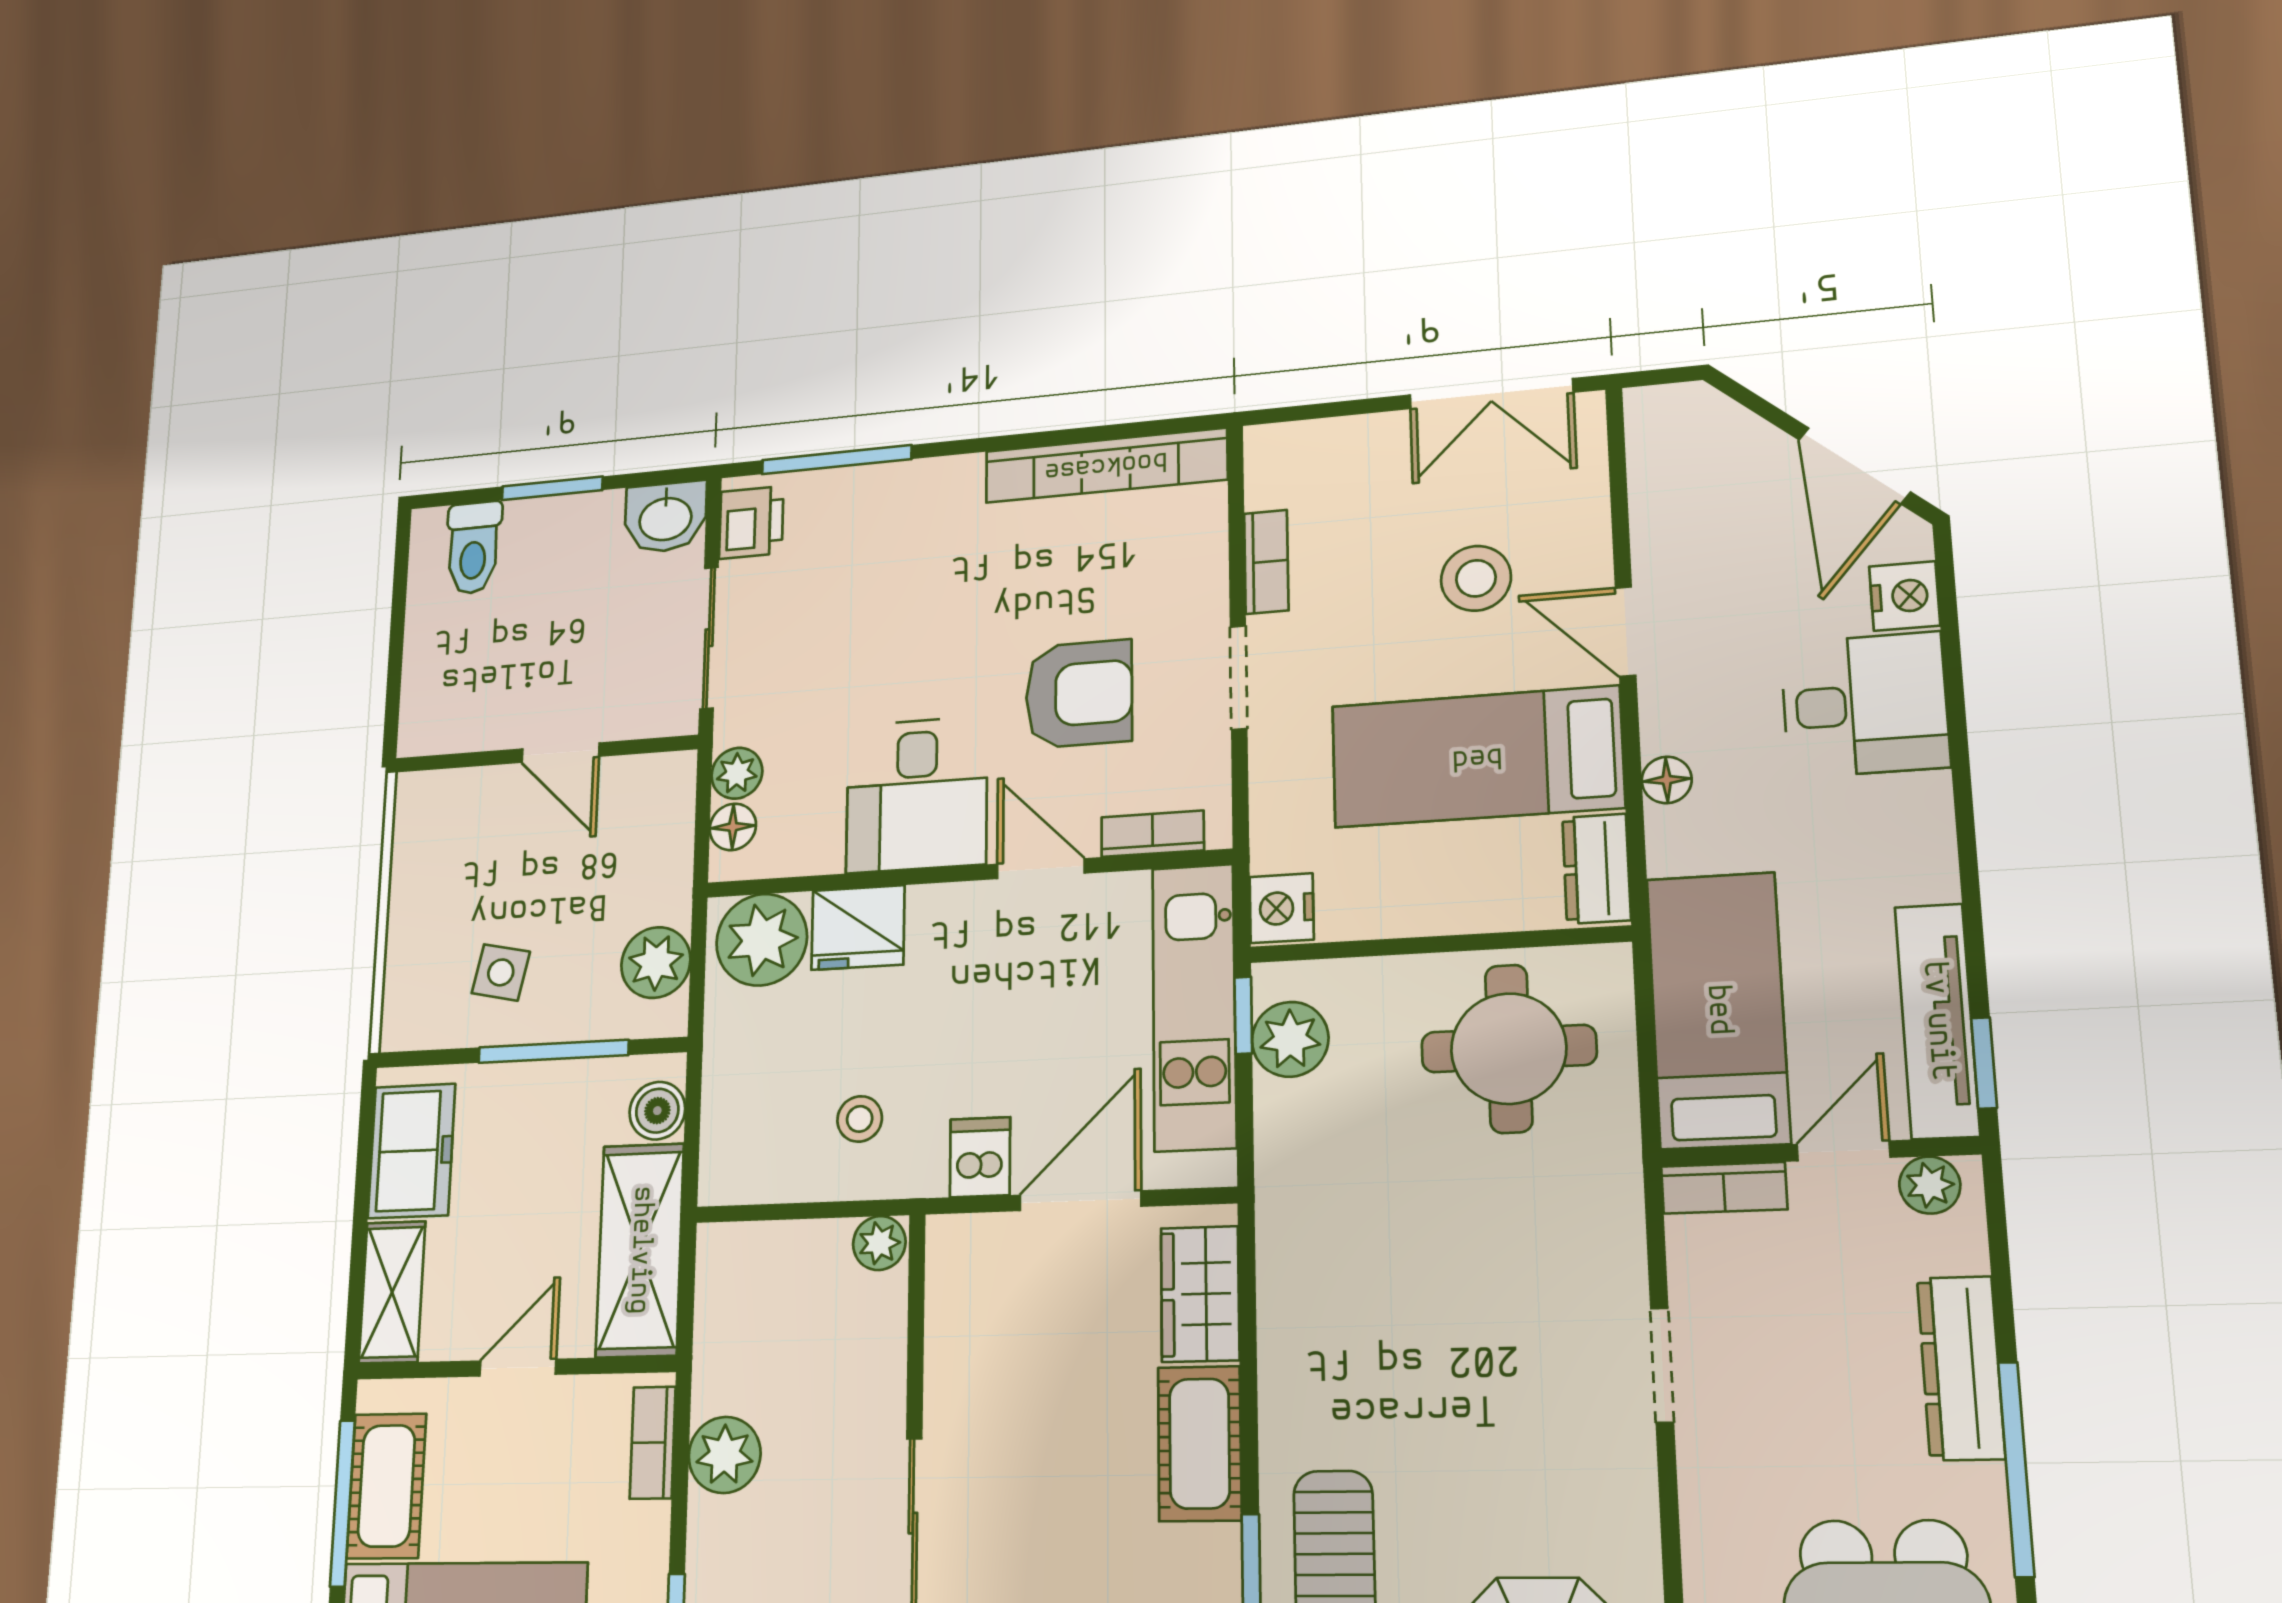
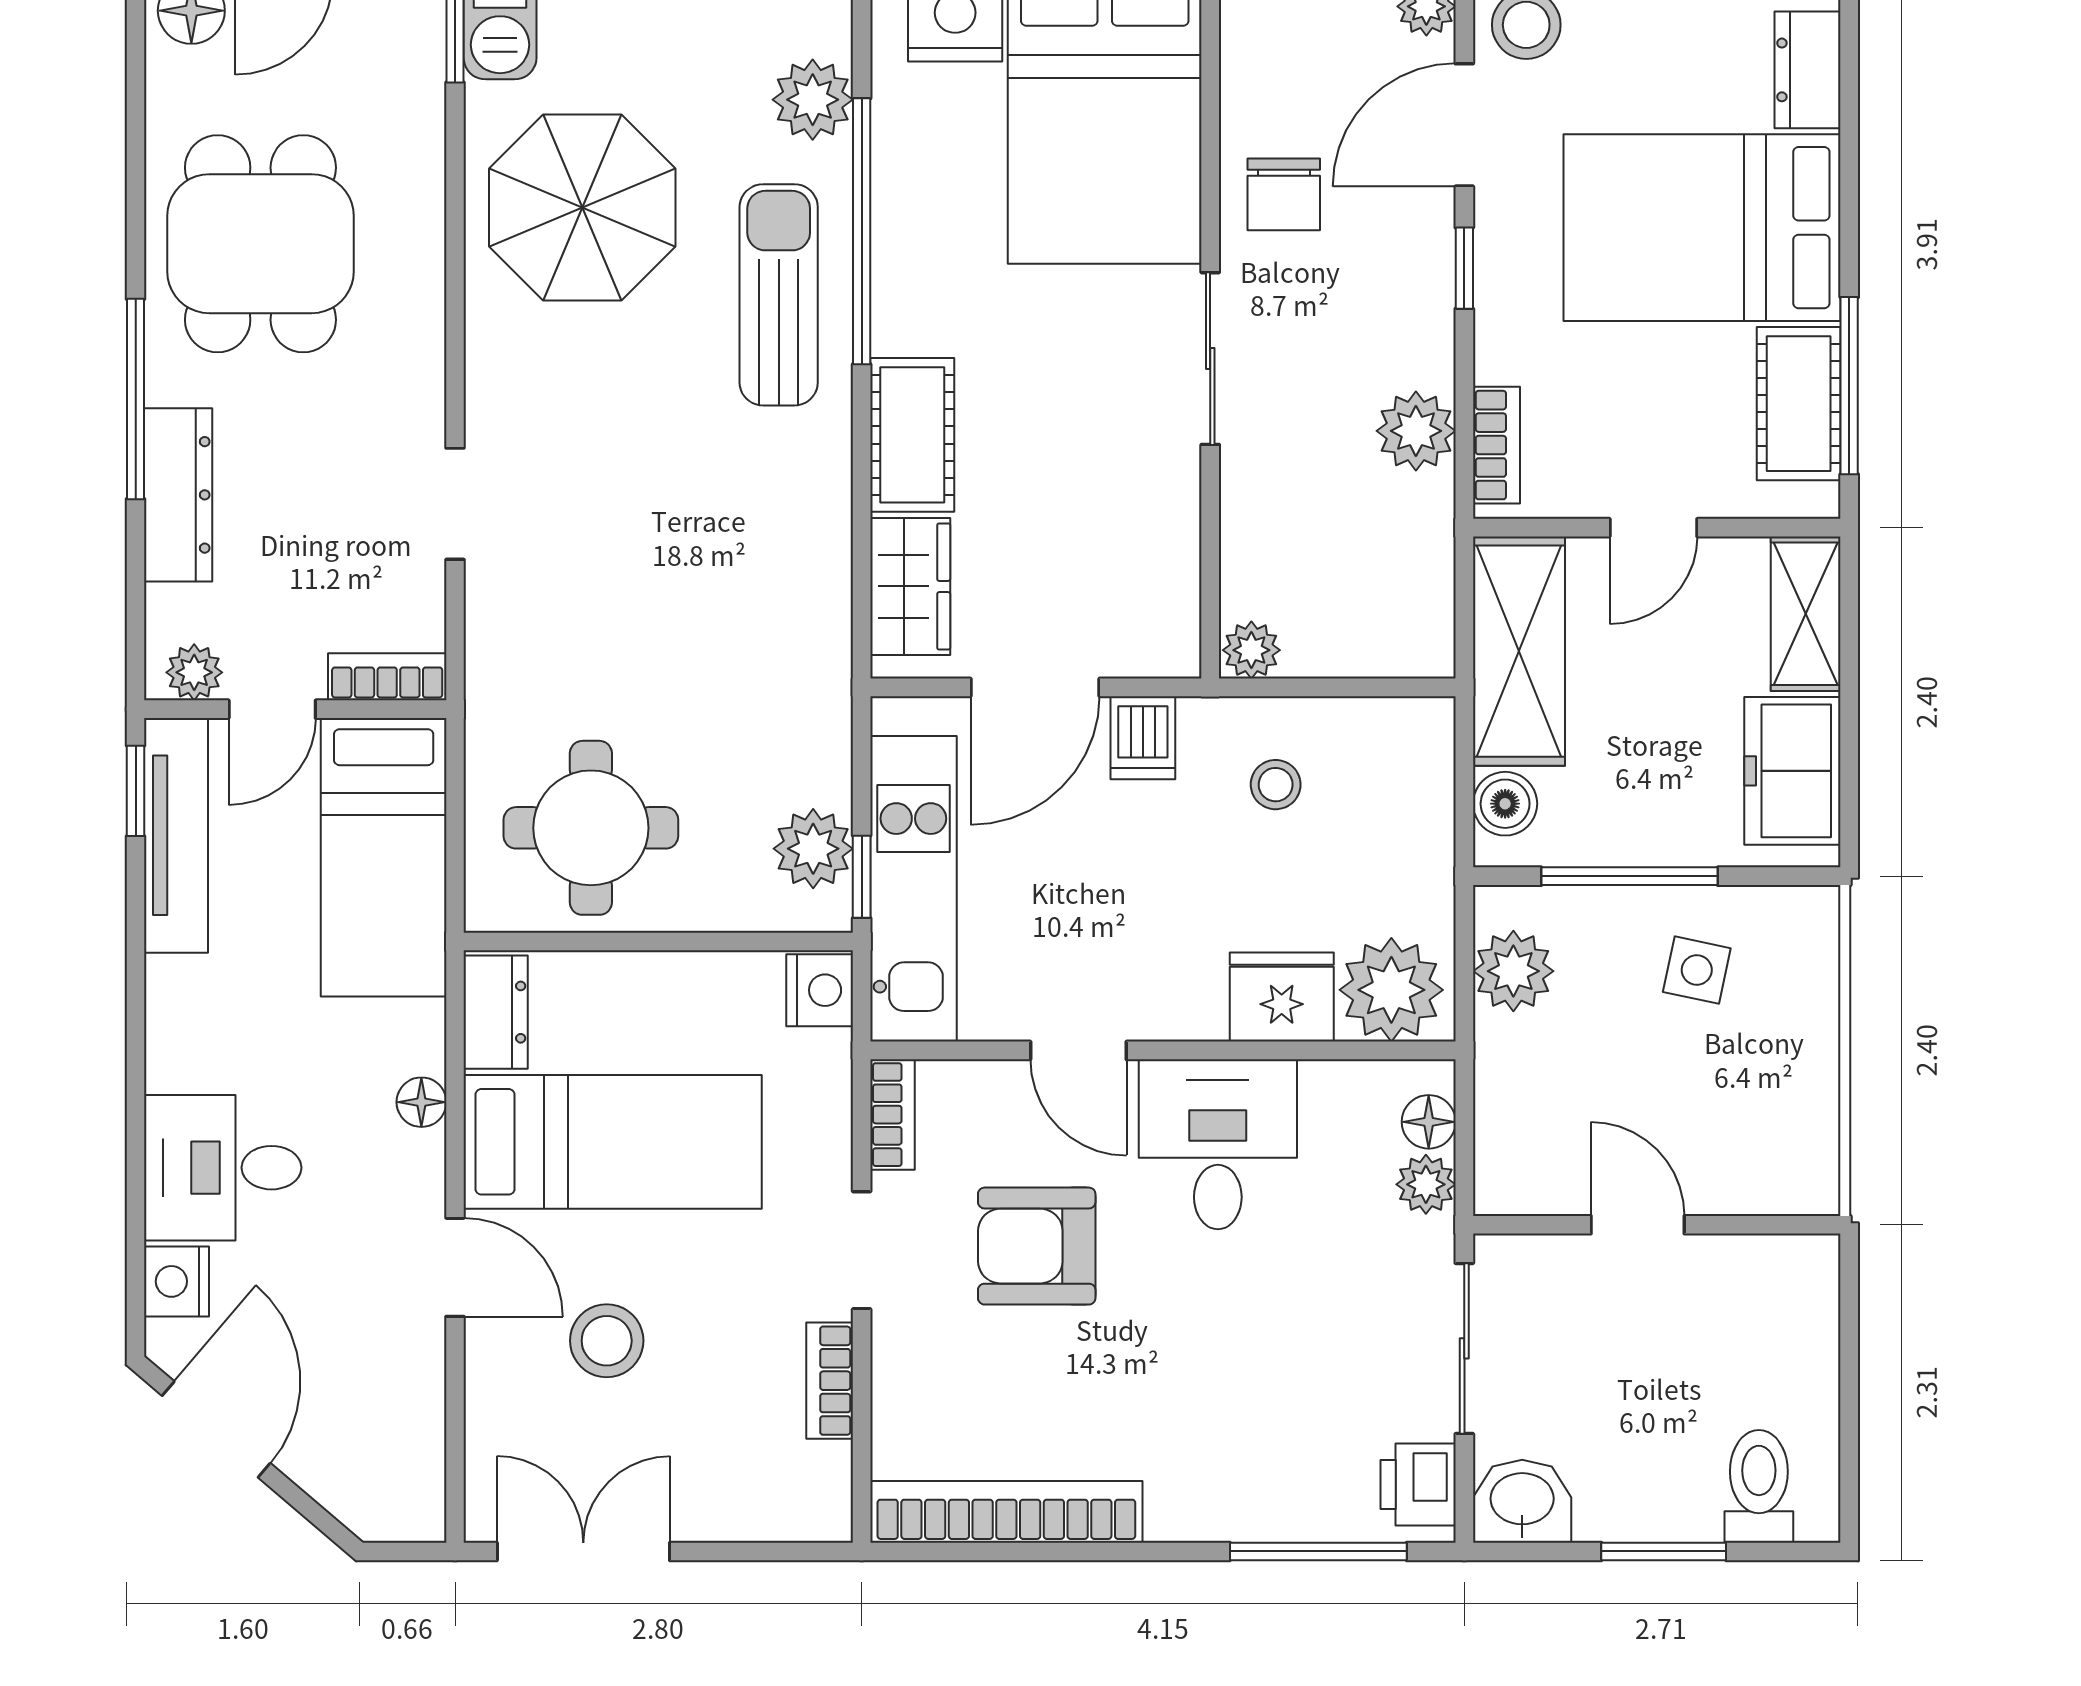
bookcase: (1153, 834) -> (893, 1115), moved, turned -90

